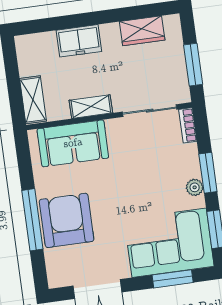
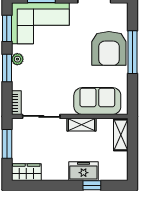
window: (64, 22) -> (92, 185), added
wardrobe: (142, 31) -> (26, 172), moved

